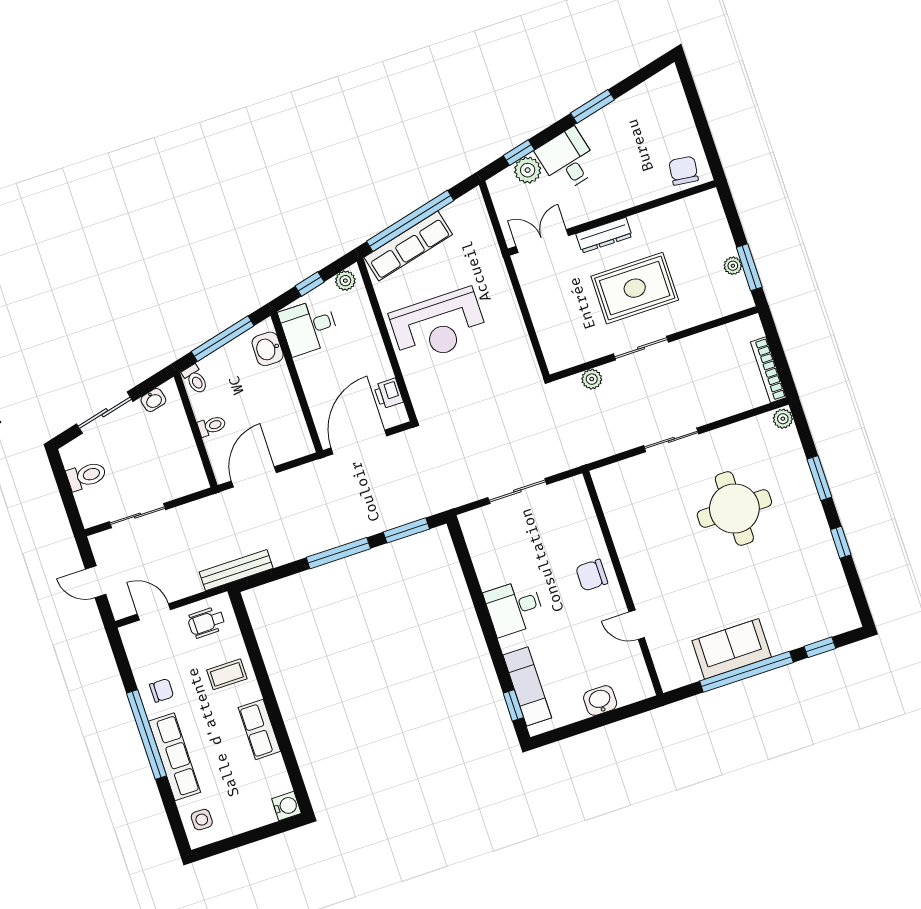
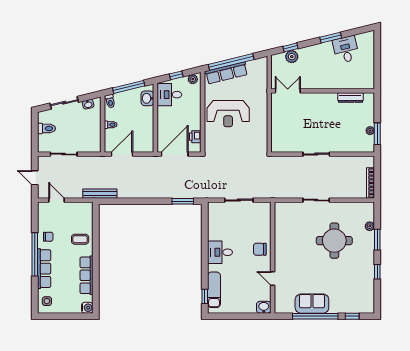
desk: (568, 160) -> (346, 49), moved
chair: (684, 171) -> (362, 80), removed
dresser: (604, 235) -> (350, 98), moved
rug: (635, 288) -> (322, 126), removed
plant: (592, 379) -> (289, 161), removed
plant: (783, 419) -> (370, 226), moved
window: (338, 553) -> (149, 201), removed
wheelchair: (206, 622) -> (79, 213), removed
washbasin: (600, 701) -> (264, 307), moved
row of seats: (259, 729) -> (87, 275), width x1.48

